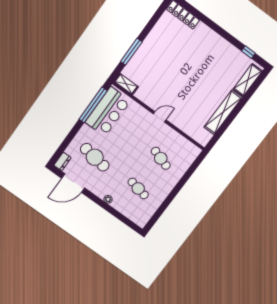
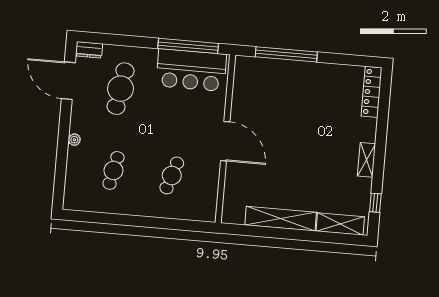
window: (131, 52) -> (286, 54), width x1.46
shelving: (126, 84) -> (366, 160), moved
door: (160, 117) -> (225, 141), width x1.87

